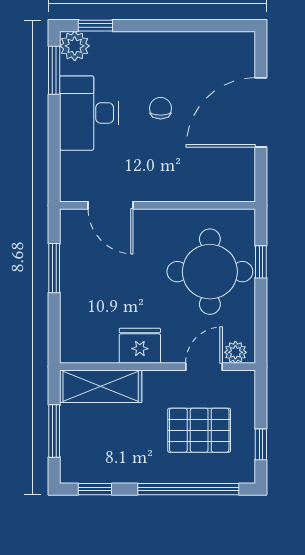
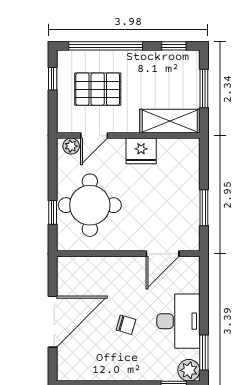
chair: (161, 108) -> (126, 325), turned -74
door: (111, 205) -> (163, 254), swing flipped

